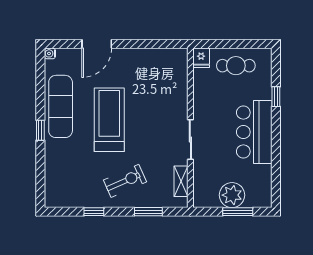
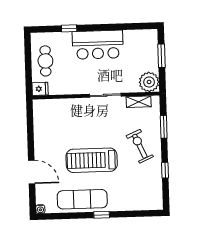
plant: (232, 195) -> (149, 82), moved

